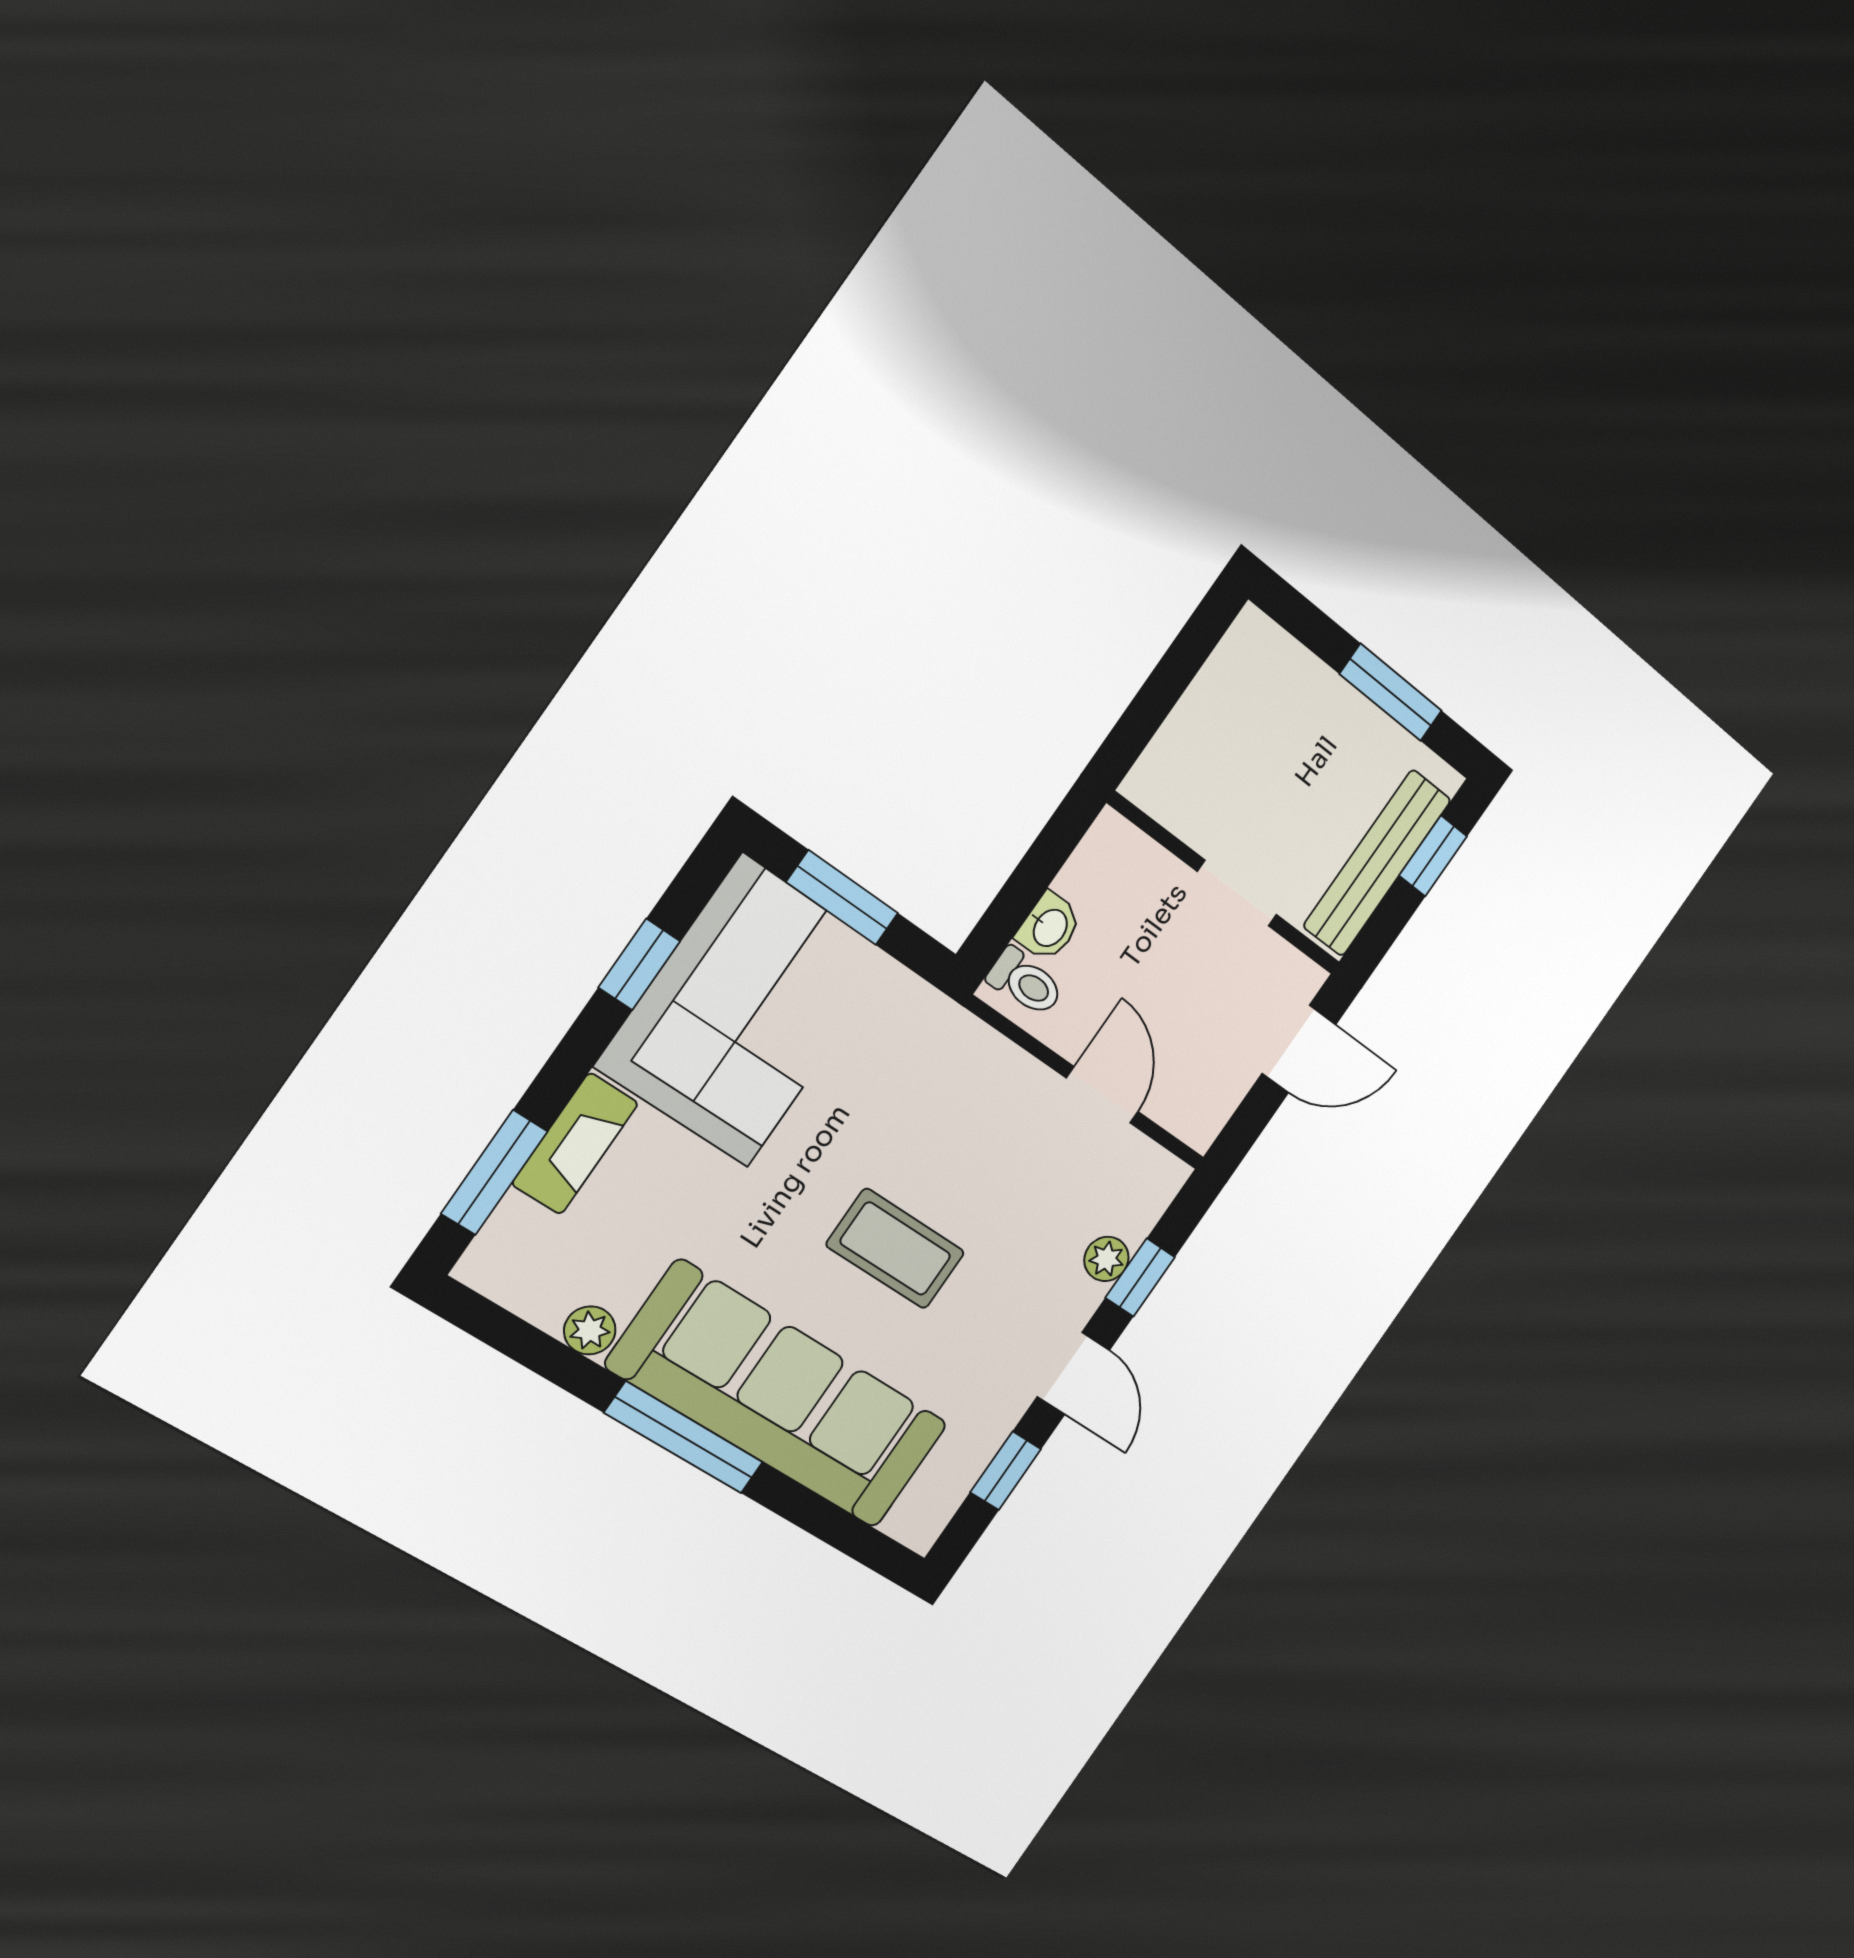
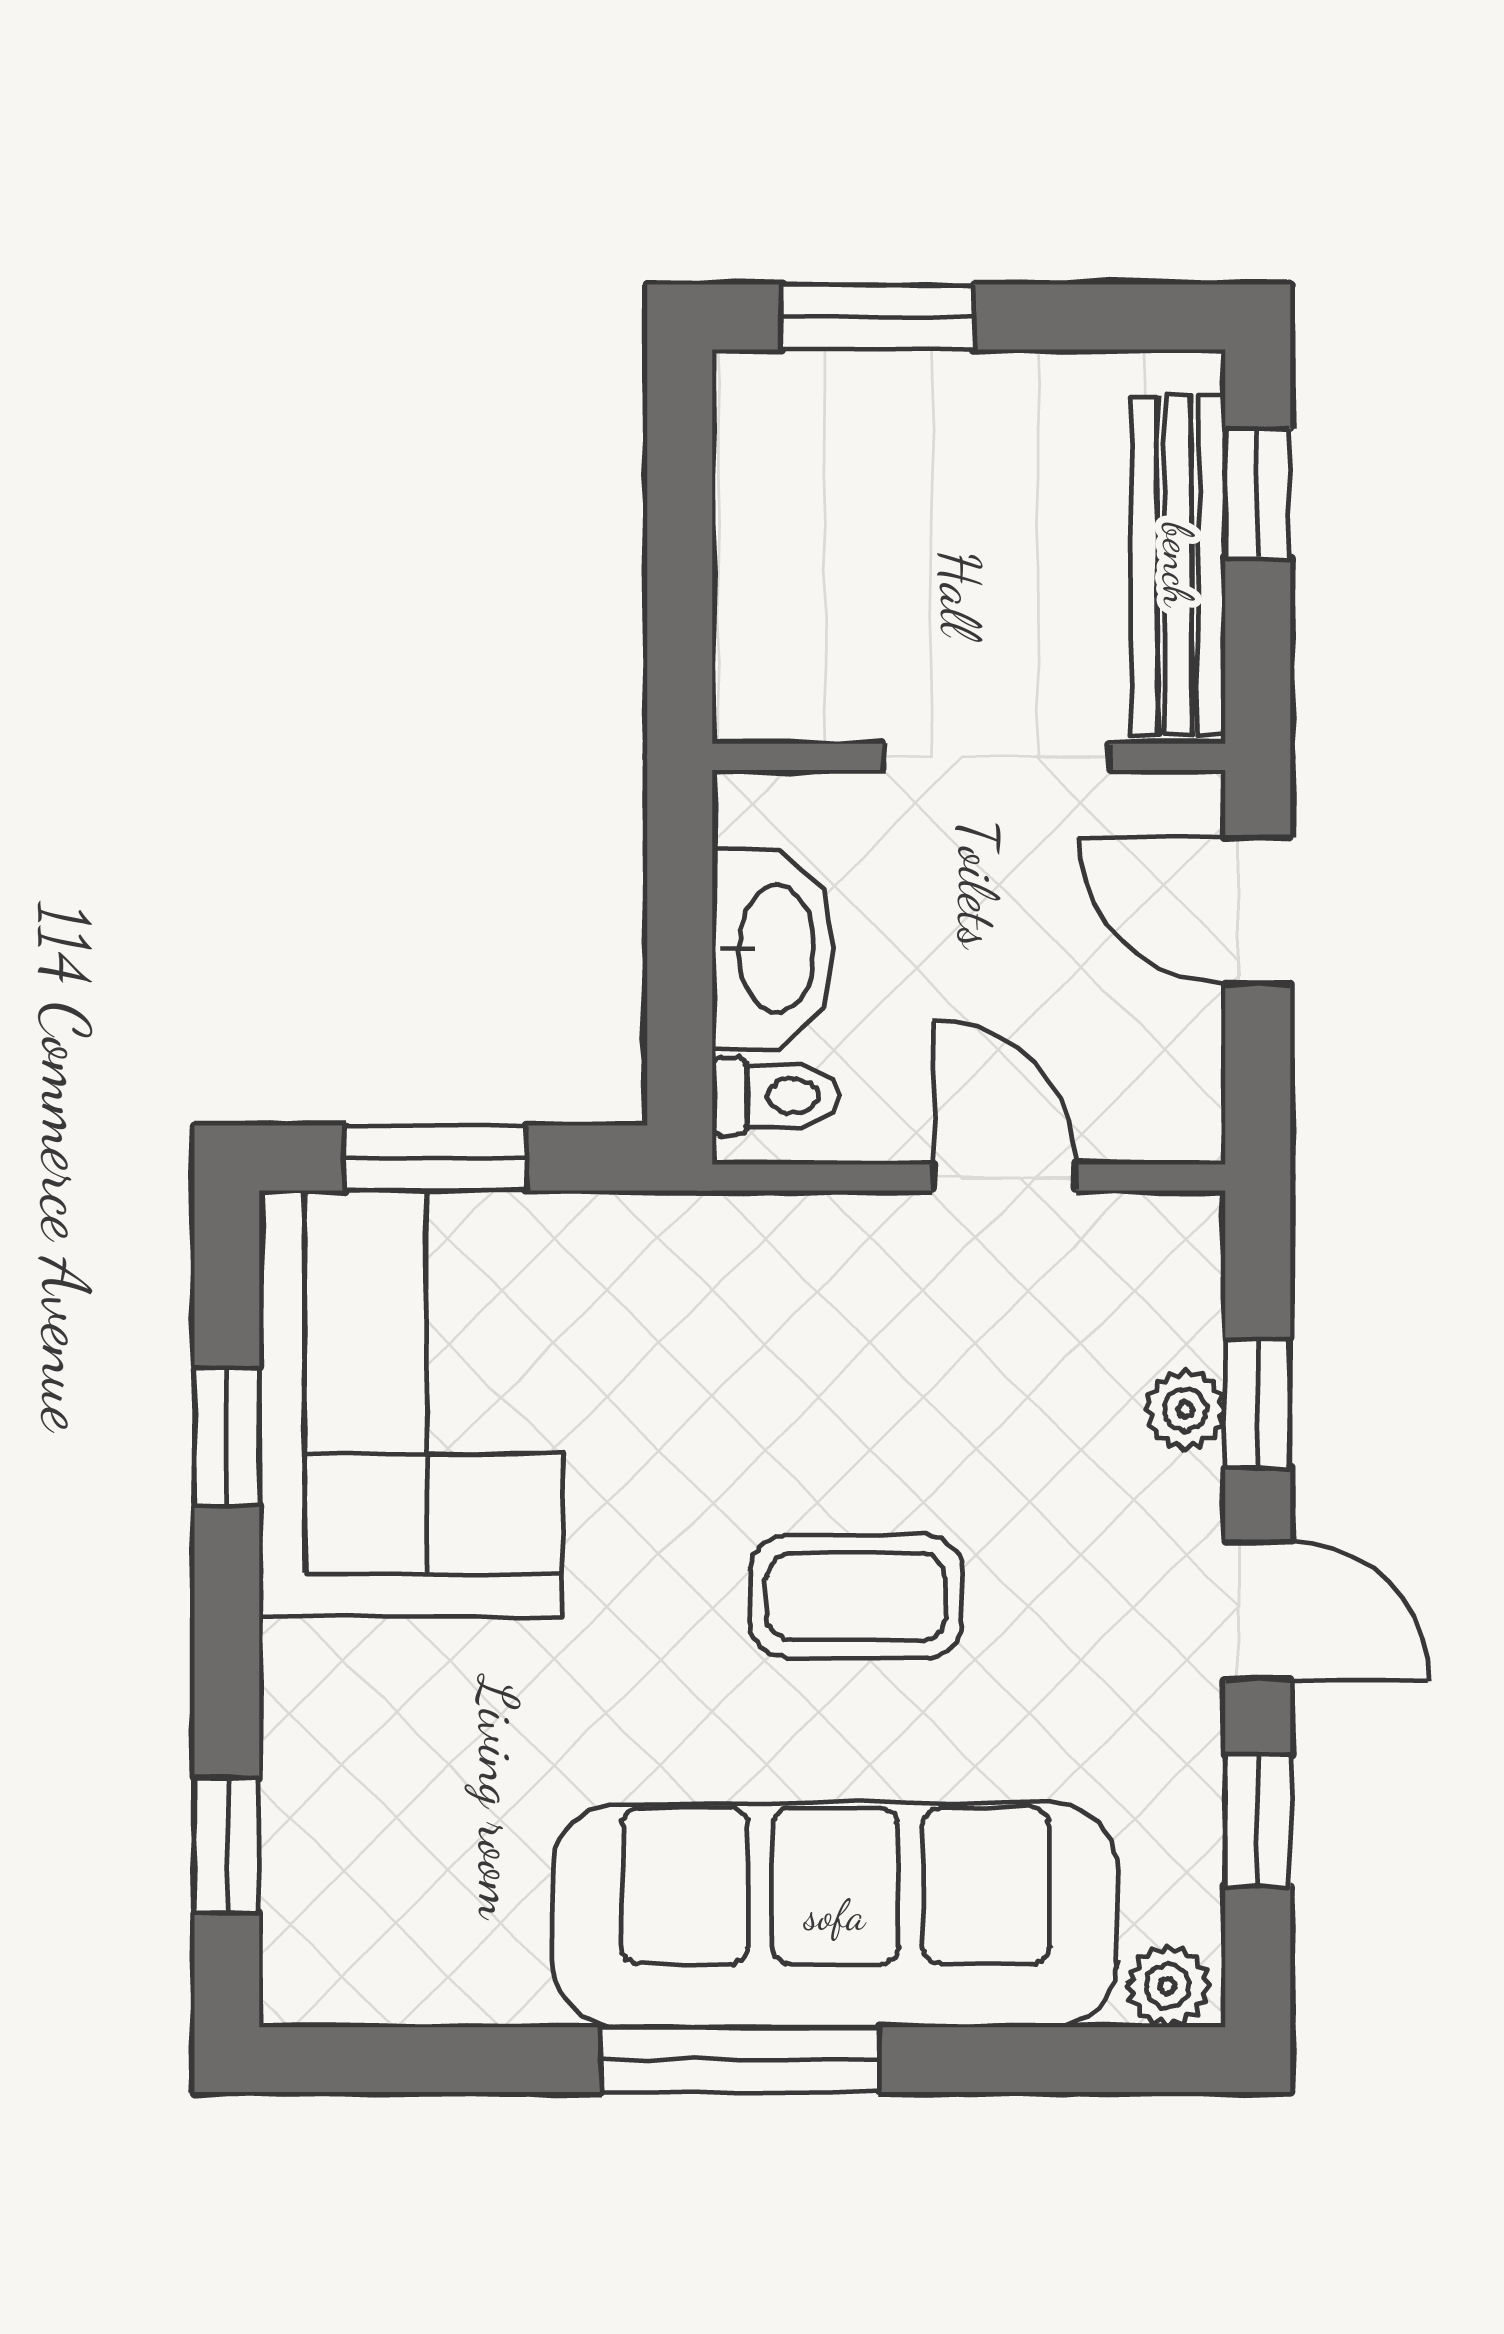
window: (1391, 692) -> (878, 317), moved
doorway: (1237, 893) -> (996, 757), width x1.38
washbasin: (1049, 927) -> (773, 949), width x1.91, depth x1.45
door: (1299, 1049) -> (1258, 910), swing flipped
fireplace: (575, 1144) -> (307, 1737), removed
window: (494, 1172) -> (227, 1846), width x0.67
plant: (590, 1330) -> (1168, 1986), moved

